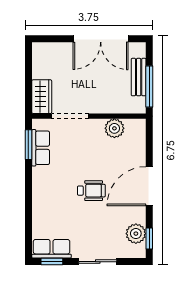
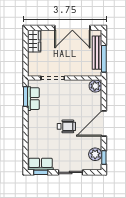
bench: (139, 77) -> (97, 53), width x1.36
wardrobe: (42, 97) -> (34, 41), moved
plant: (114, 128) -> (95, 86), moved

